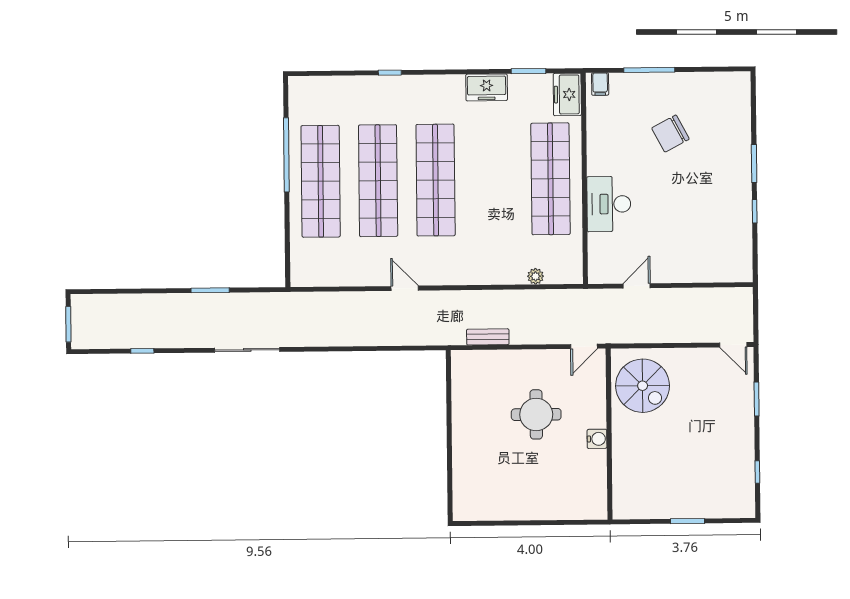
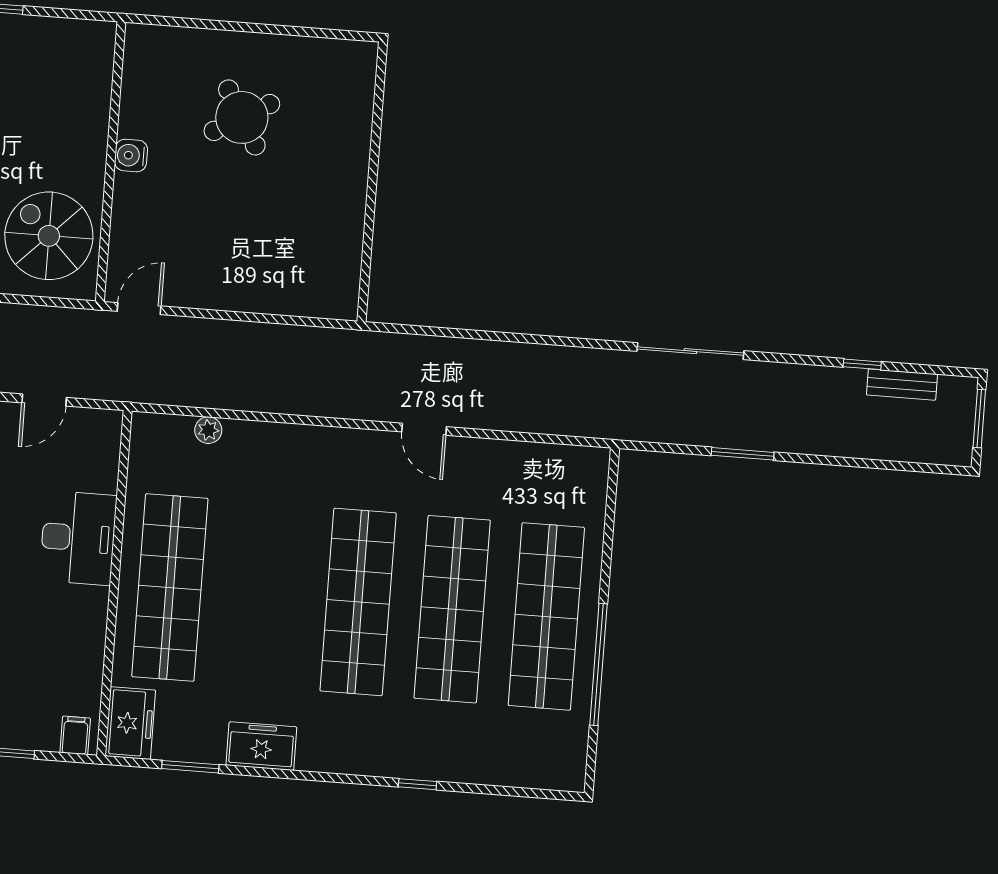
bench: (488, 337) -> (902, 385), moved
round table: (536, 414) -> (242, 117), moved, turned -30

